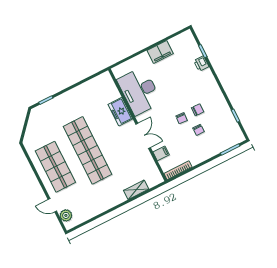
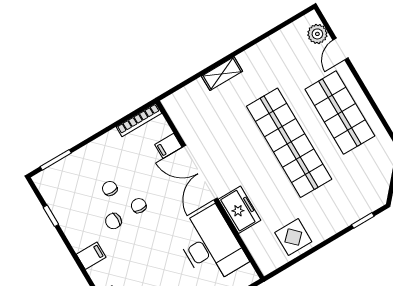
filing cabinet: (213, 90) -> (91, 256), added
display table: (89, 93) -> (293, 237), added
double door: (143, 136) -> (200, 173), width x1.37
shelving: (136, 190) -> (222, 74), moved
door: (52, 205) -> (341, 49), swing flipped

